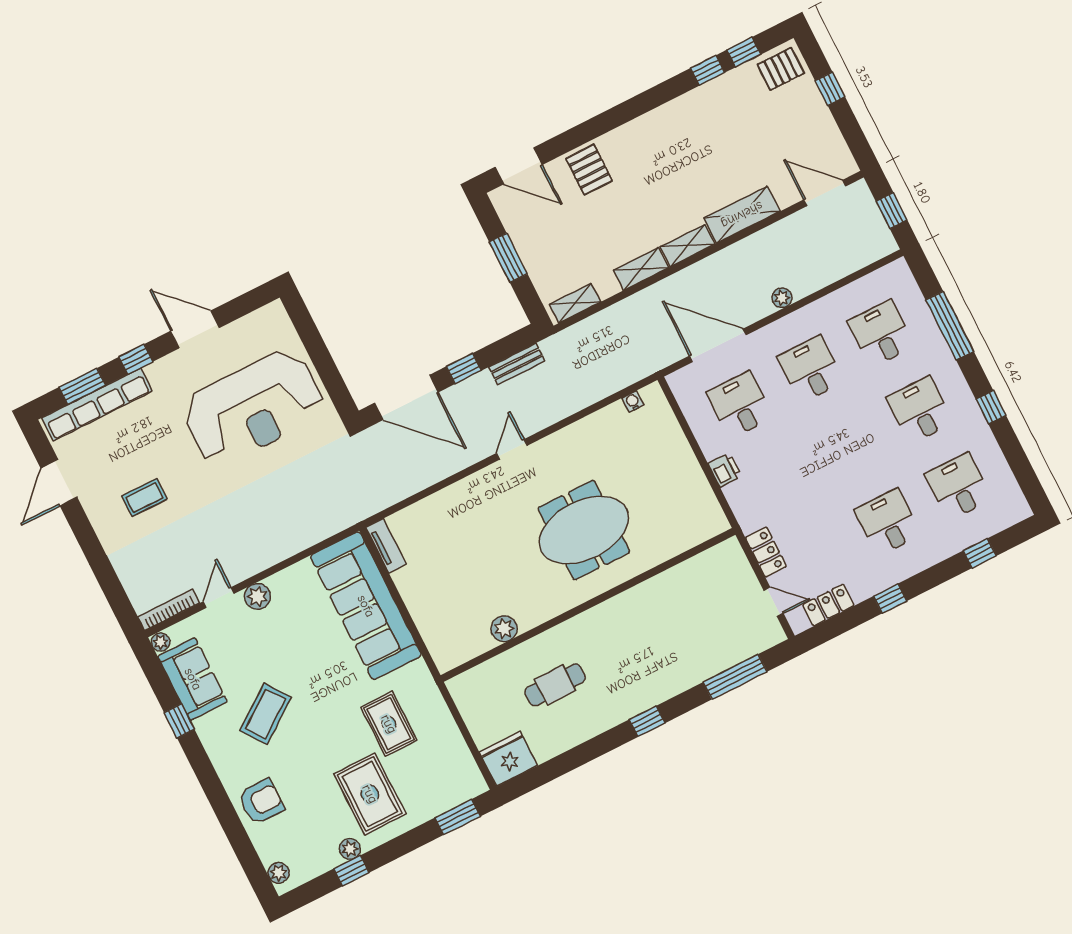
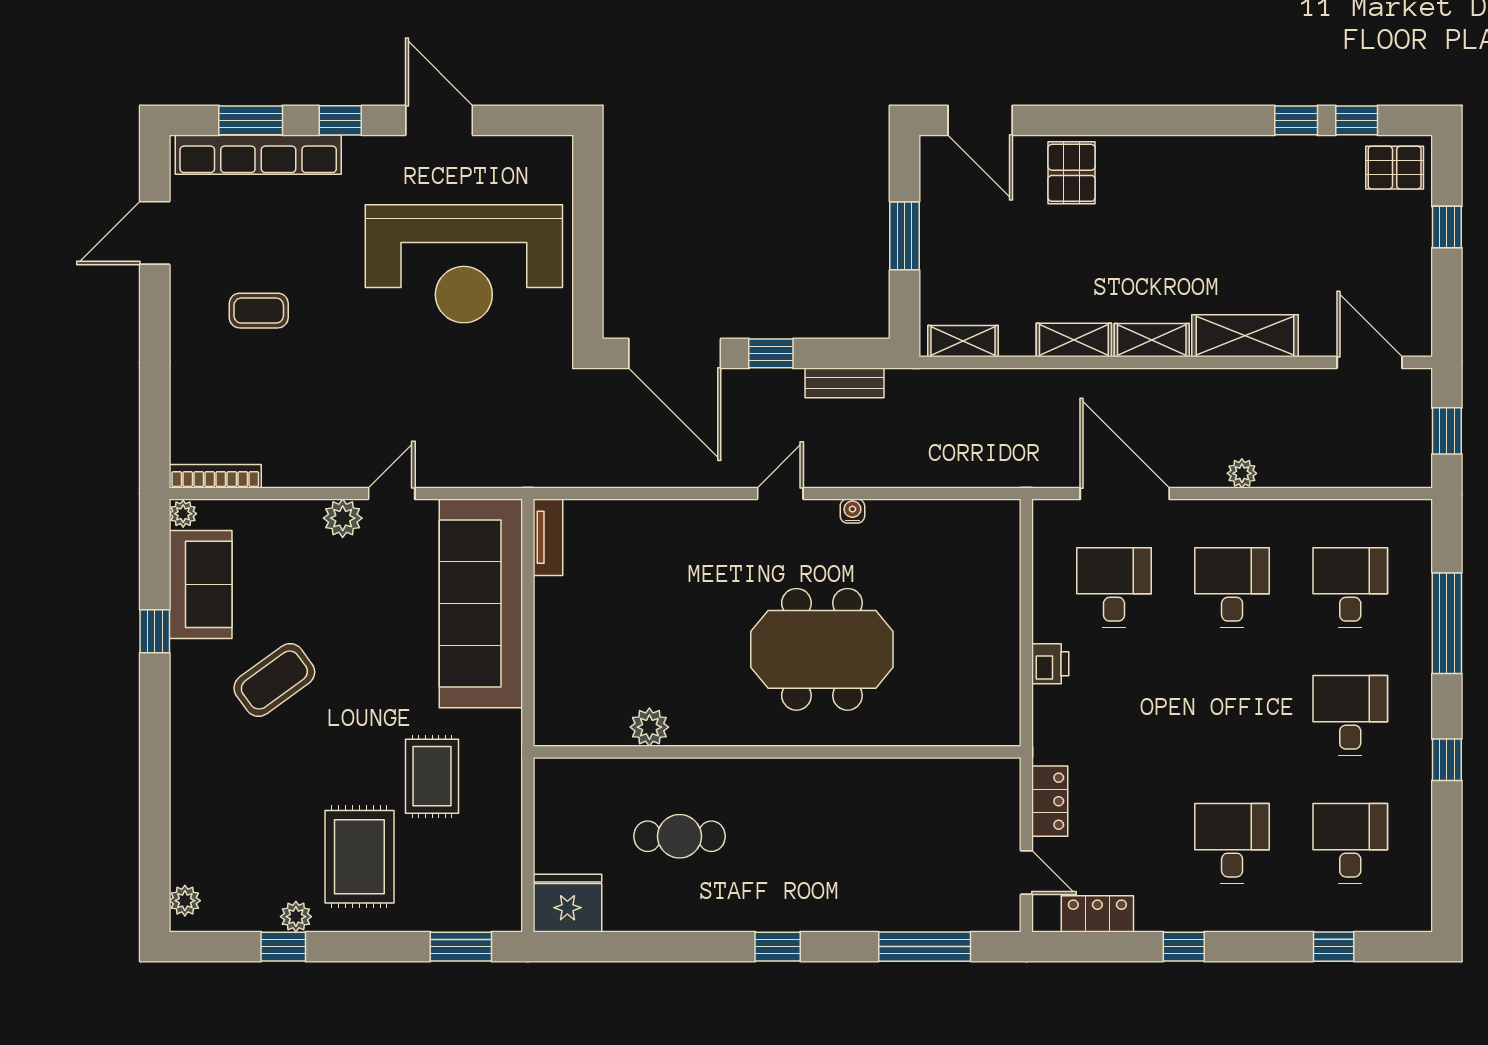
water cooler: (633, 402) -> (852, 511), moved
door: (219, 597) -> (392, 493), moved
armchair: (261, 802) -> (209, 794), removed

